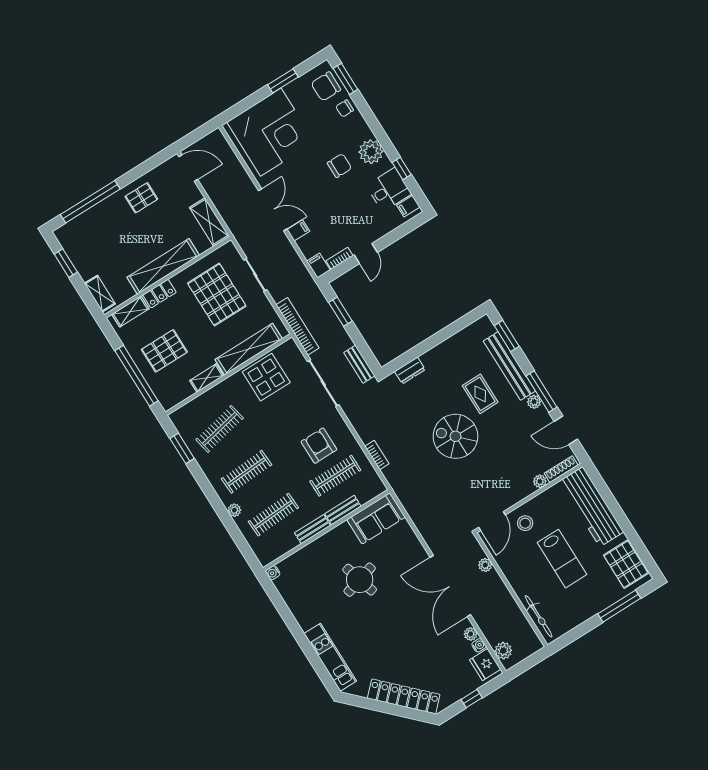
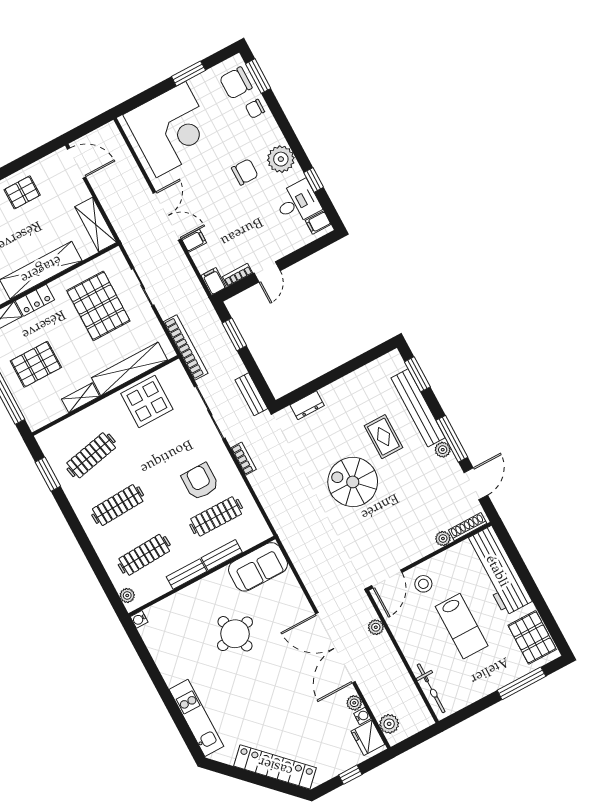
door: (566, 430) -> (476, 484), swing flipped
bookcase: (377, 455) -> (244, 459), moved
plant: (234, 510) -> (127, 595), moved

